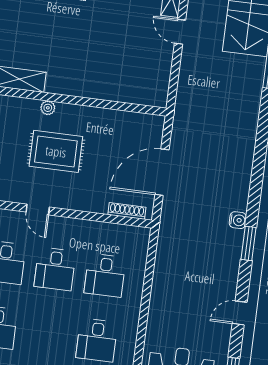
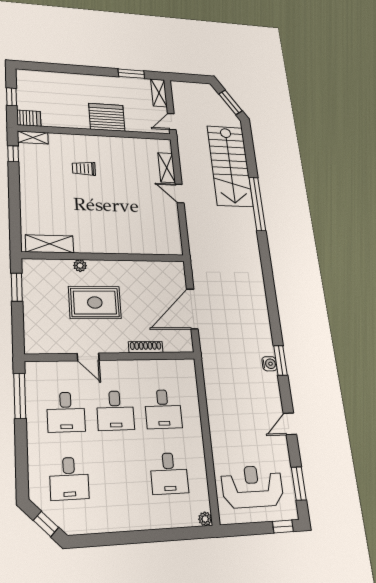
shoe rack: (127, 211) -> (146, 347), moved
water cooler: (238, 220) -> (269, 364), moved

